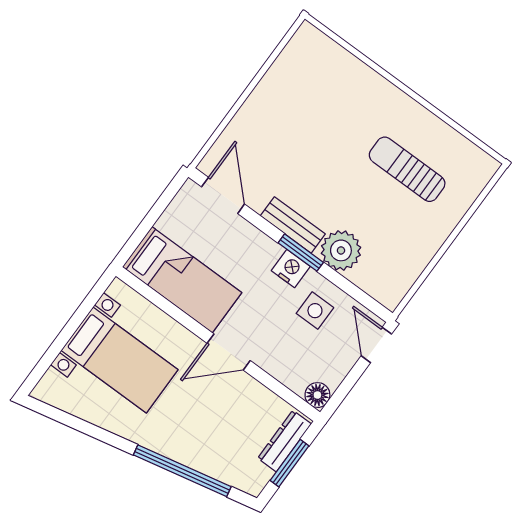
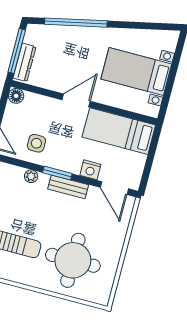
round table: (330, 110) -> (73, 260), added
plant: (341, 250) -> (31, 176), width x0.53, depth x0.53
nightstand: (291, 269) -> (90, 170), moved
window: (290, 463) -> (17, 51), width x1.44

